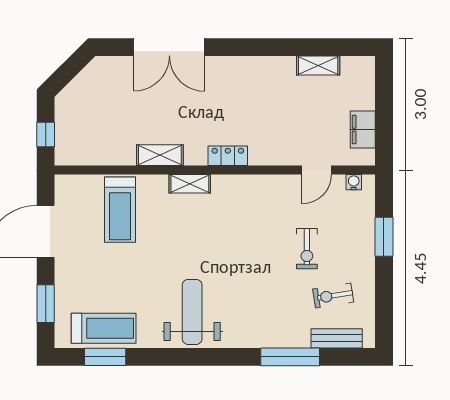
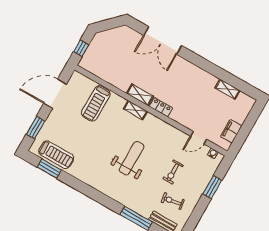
shelving: (160, 155) -> (140, 95), moved
weight bench: (192, 312) -> (132, 158), moved

